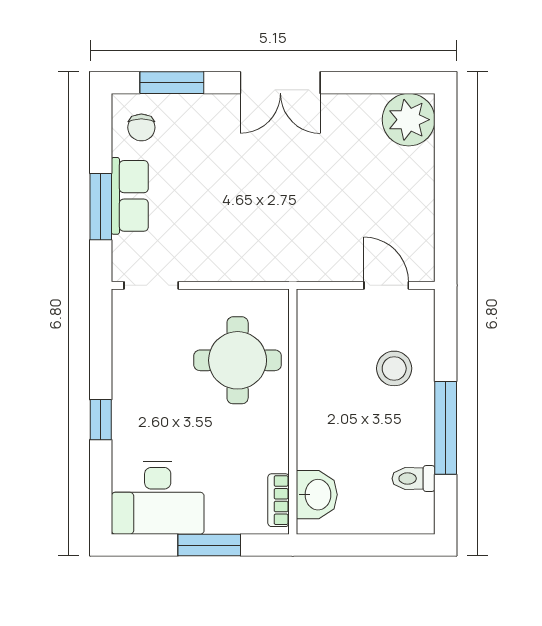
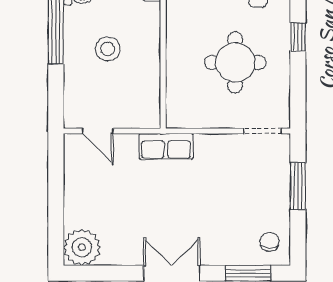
row of seats: (130, 196) -> (166, 146), moved, turned -90
round table: (238, 360) -> (235, 62), moved
stool: (394, 368) -> (108, 49), moved

